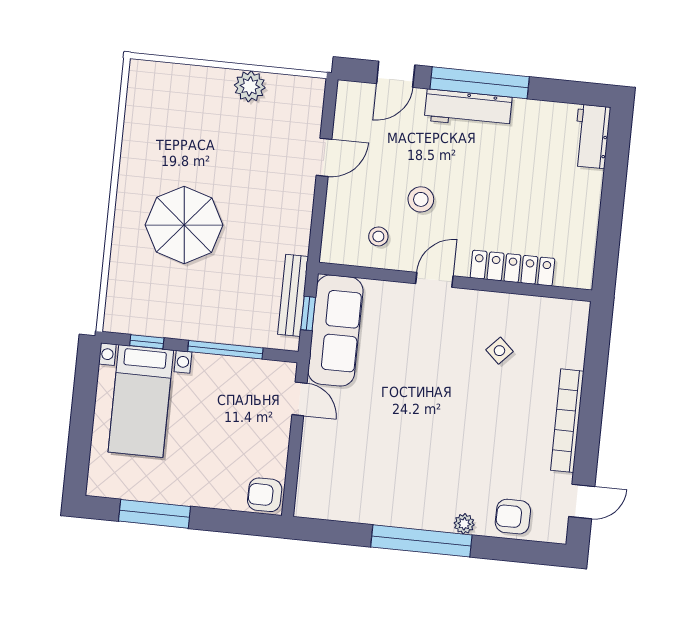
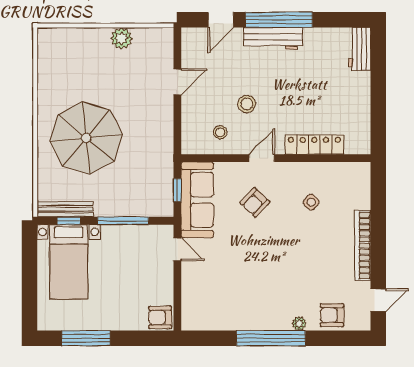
parasol: (184, 225) -> (86, 138), width x1.36, depth x1.36
bench: (293, 295) -> (65, 209), moved, turned 90
armchair: (418, 343) -> (255, 202), added

